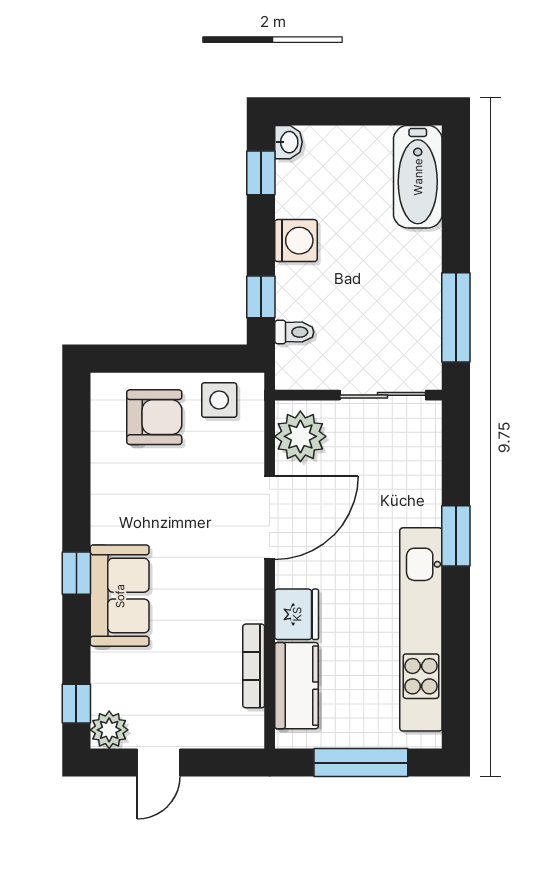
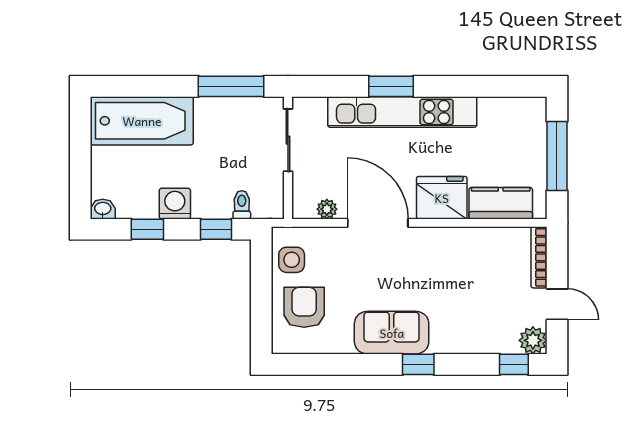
window: (261, 173) -> (147, 229), moved
bathtub: (418, 177) -> (142, 121), width x1.36, depth x1.36
plant: (300, 436) -> (327, 209), width x0.53, depth x0.53
sofa: (120, 596) -> (392, 333), moved
fridge: (297, 614) -> (442, 198), width x1.36, depth x1.34
kitchen unit: (421, 629) -> (402, 112), moved
bookcase: (254, 666) -> (539, 257), moved, turned 90

